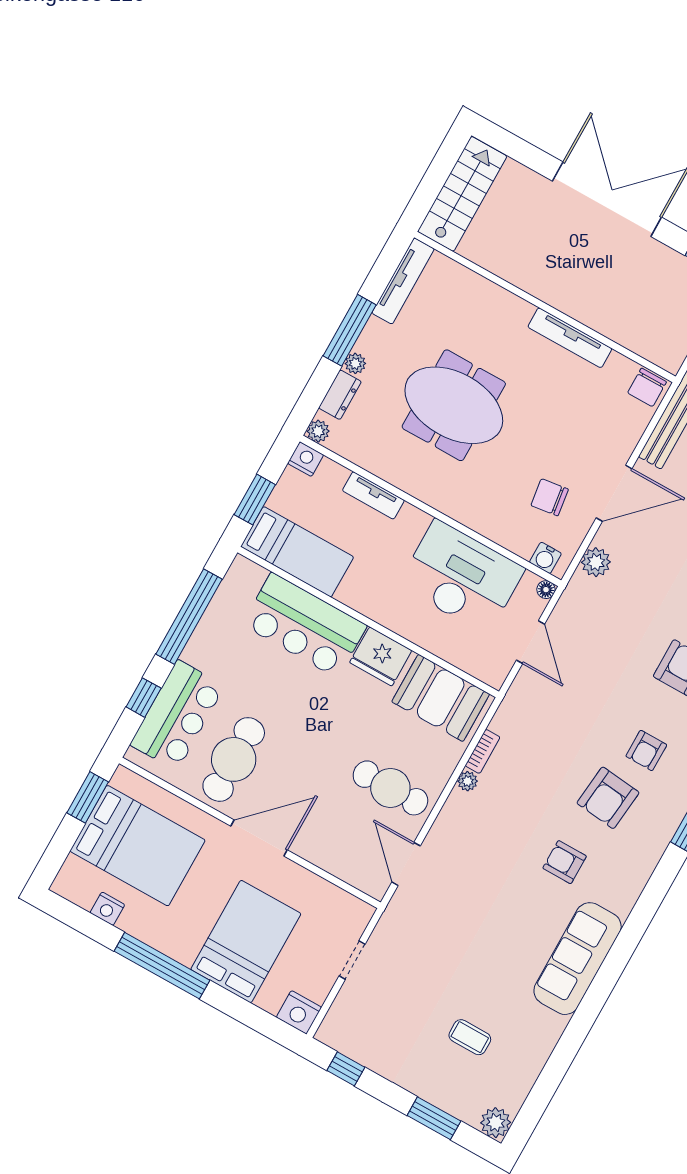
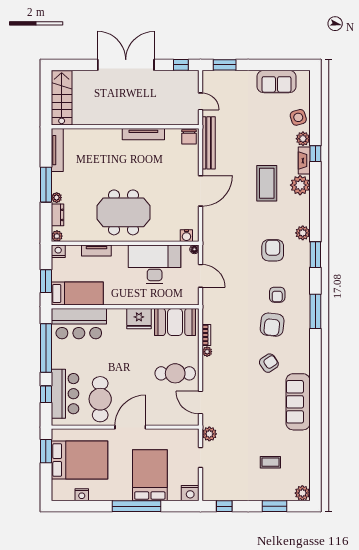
meeting table: (454, 405) -> (123, 212), moved
chair: (550, 497) -> (173, 208), removed
plant: (596, 562) -> (209, 434), moved
bar counter: (304, 625) -> (79, 324), moved
armchair: (565, 862) -> (269, 363), turned 146
window: (162, 966) -> (136, 506), moved

